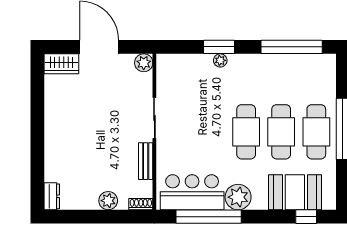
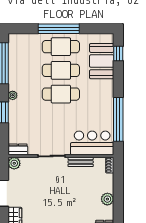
plant: (220, 60) -> (13, 95), moved
dresser: (164, 68) -> (18, 149), added
bar counter: (192, 192) -> (92, 143), moved, turned 90
plant: (238, 197) -> (105, 99), removed
plant: (108, 201) -> (107, 199), moved

